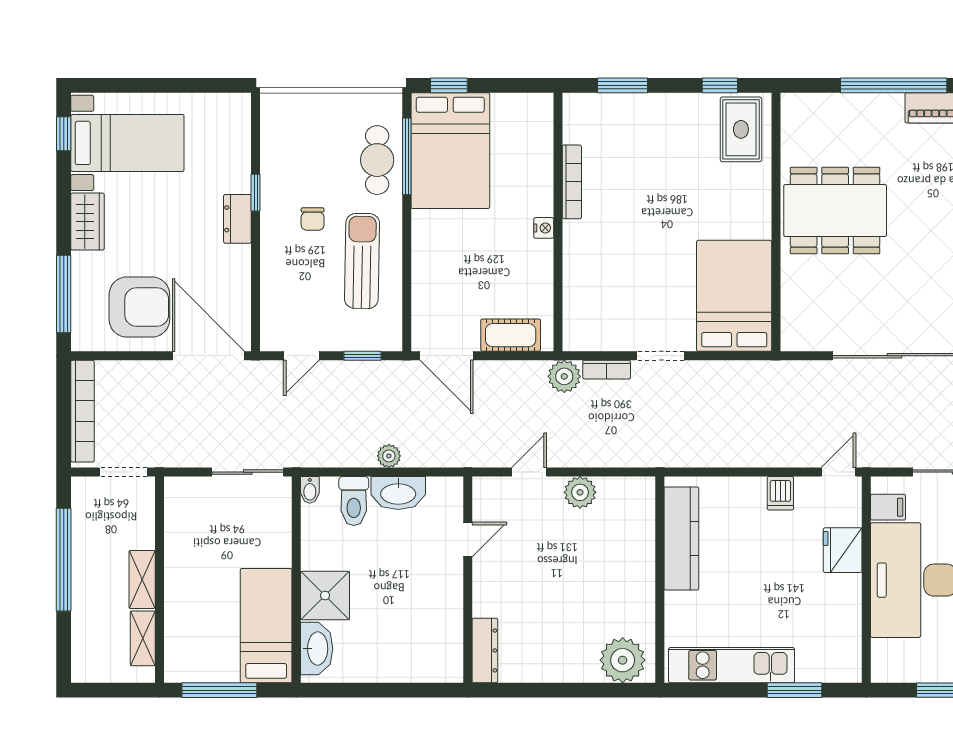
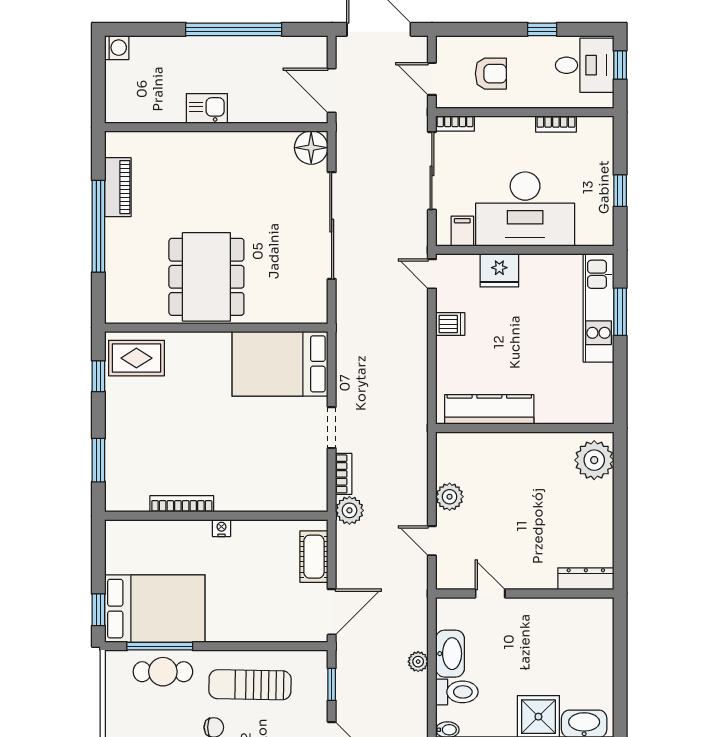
kitchen unit: (732, 665) -> (599, 308), moved

